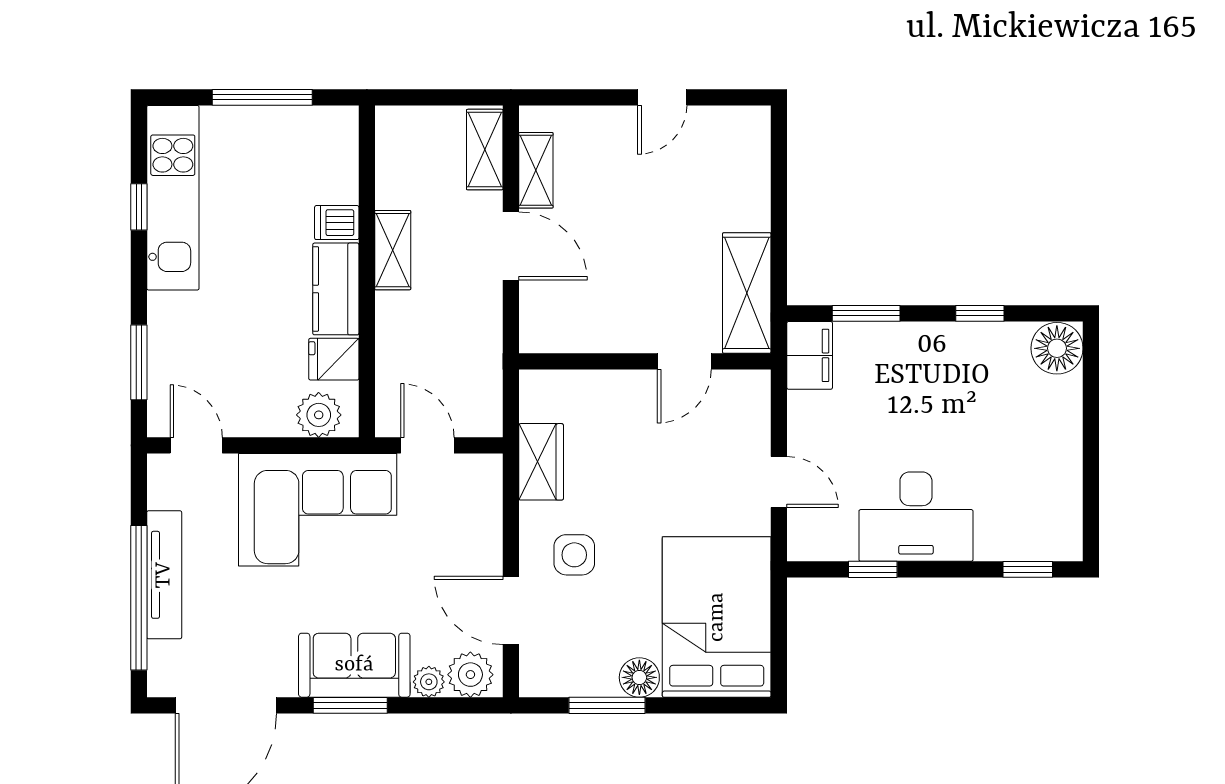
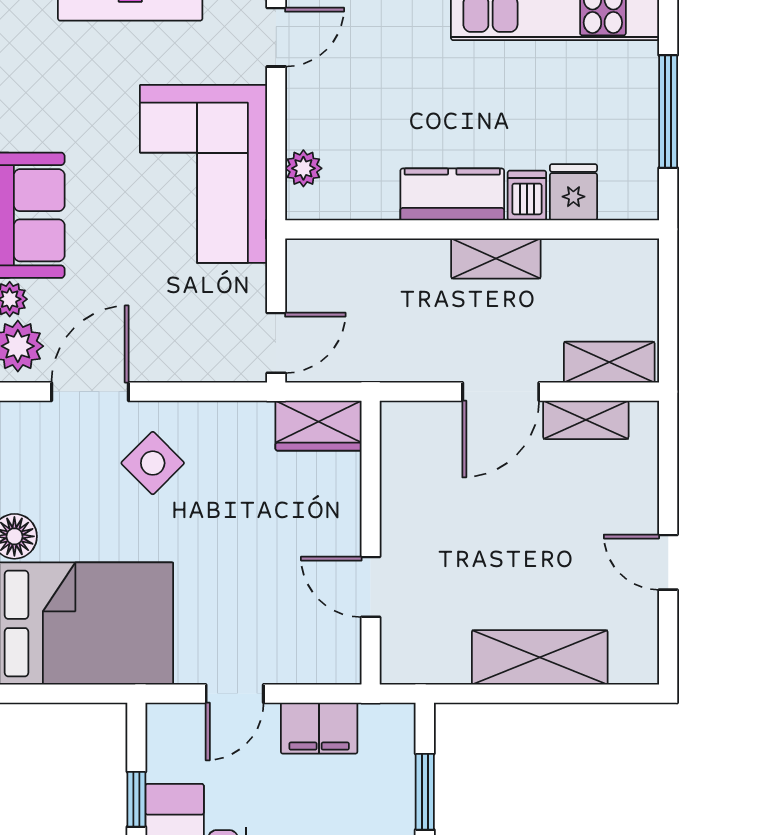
shelving: (747, 293) -> (540, 657), moved
filing cabinet: (810, 355) -> (319, 728), moved
fridge: (334, 359) -> (573, 192), moved
plant: (319, 415) -> (303, 168), width x0.73, depth x0.73
door: (427, 445) -> (276, 343), moved
wardrobe: (541, 462) -> (318, 426), moved
side table: (574, 555) -> (153, 463), turned 45

